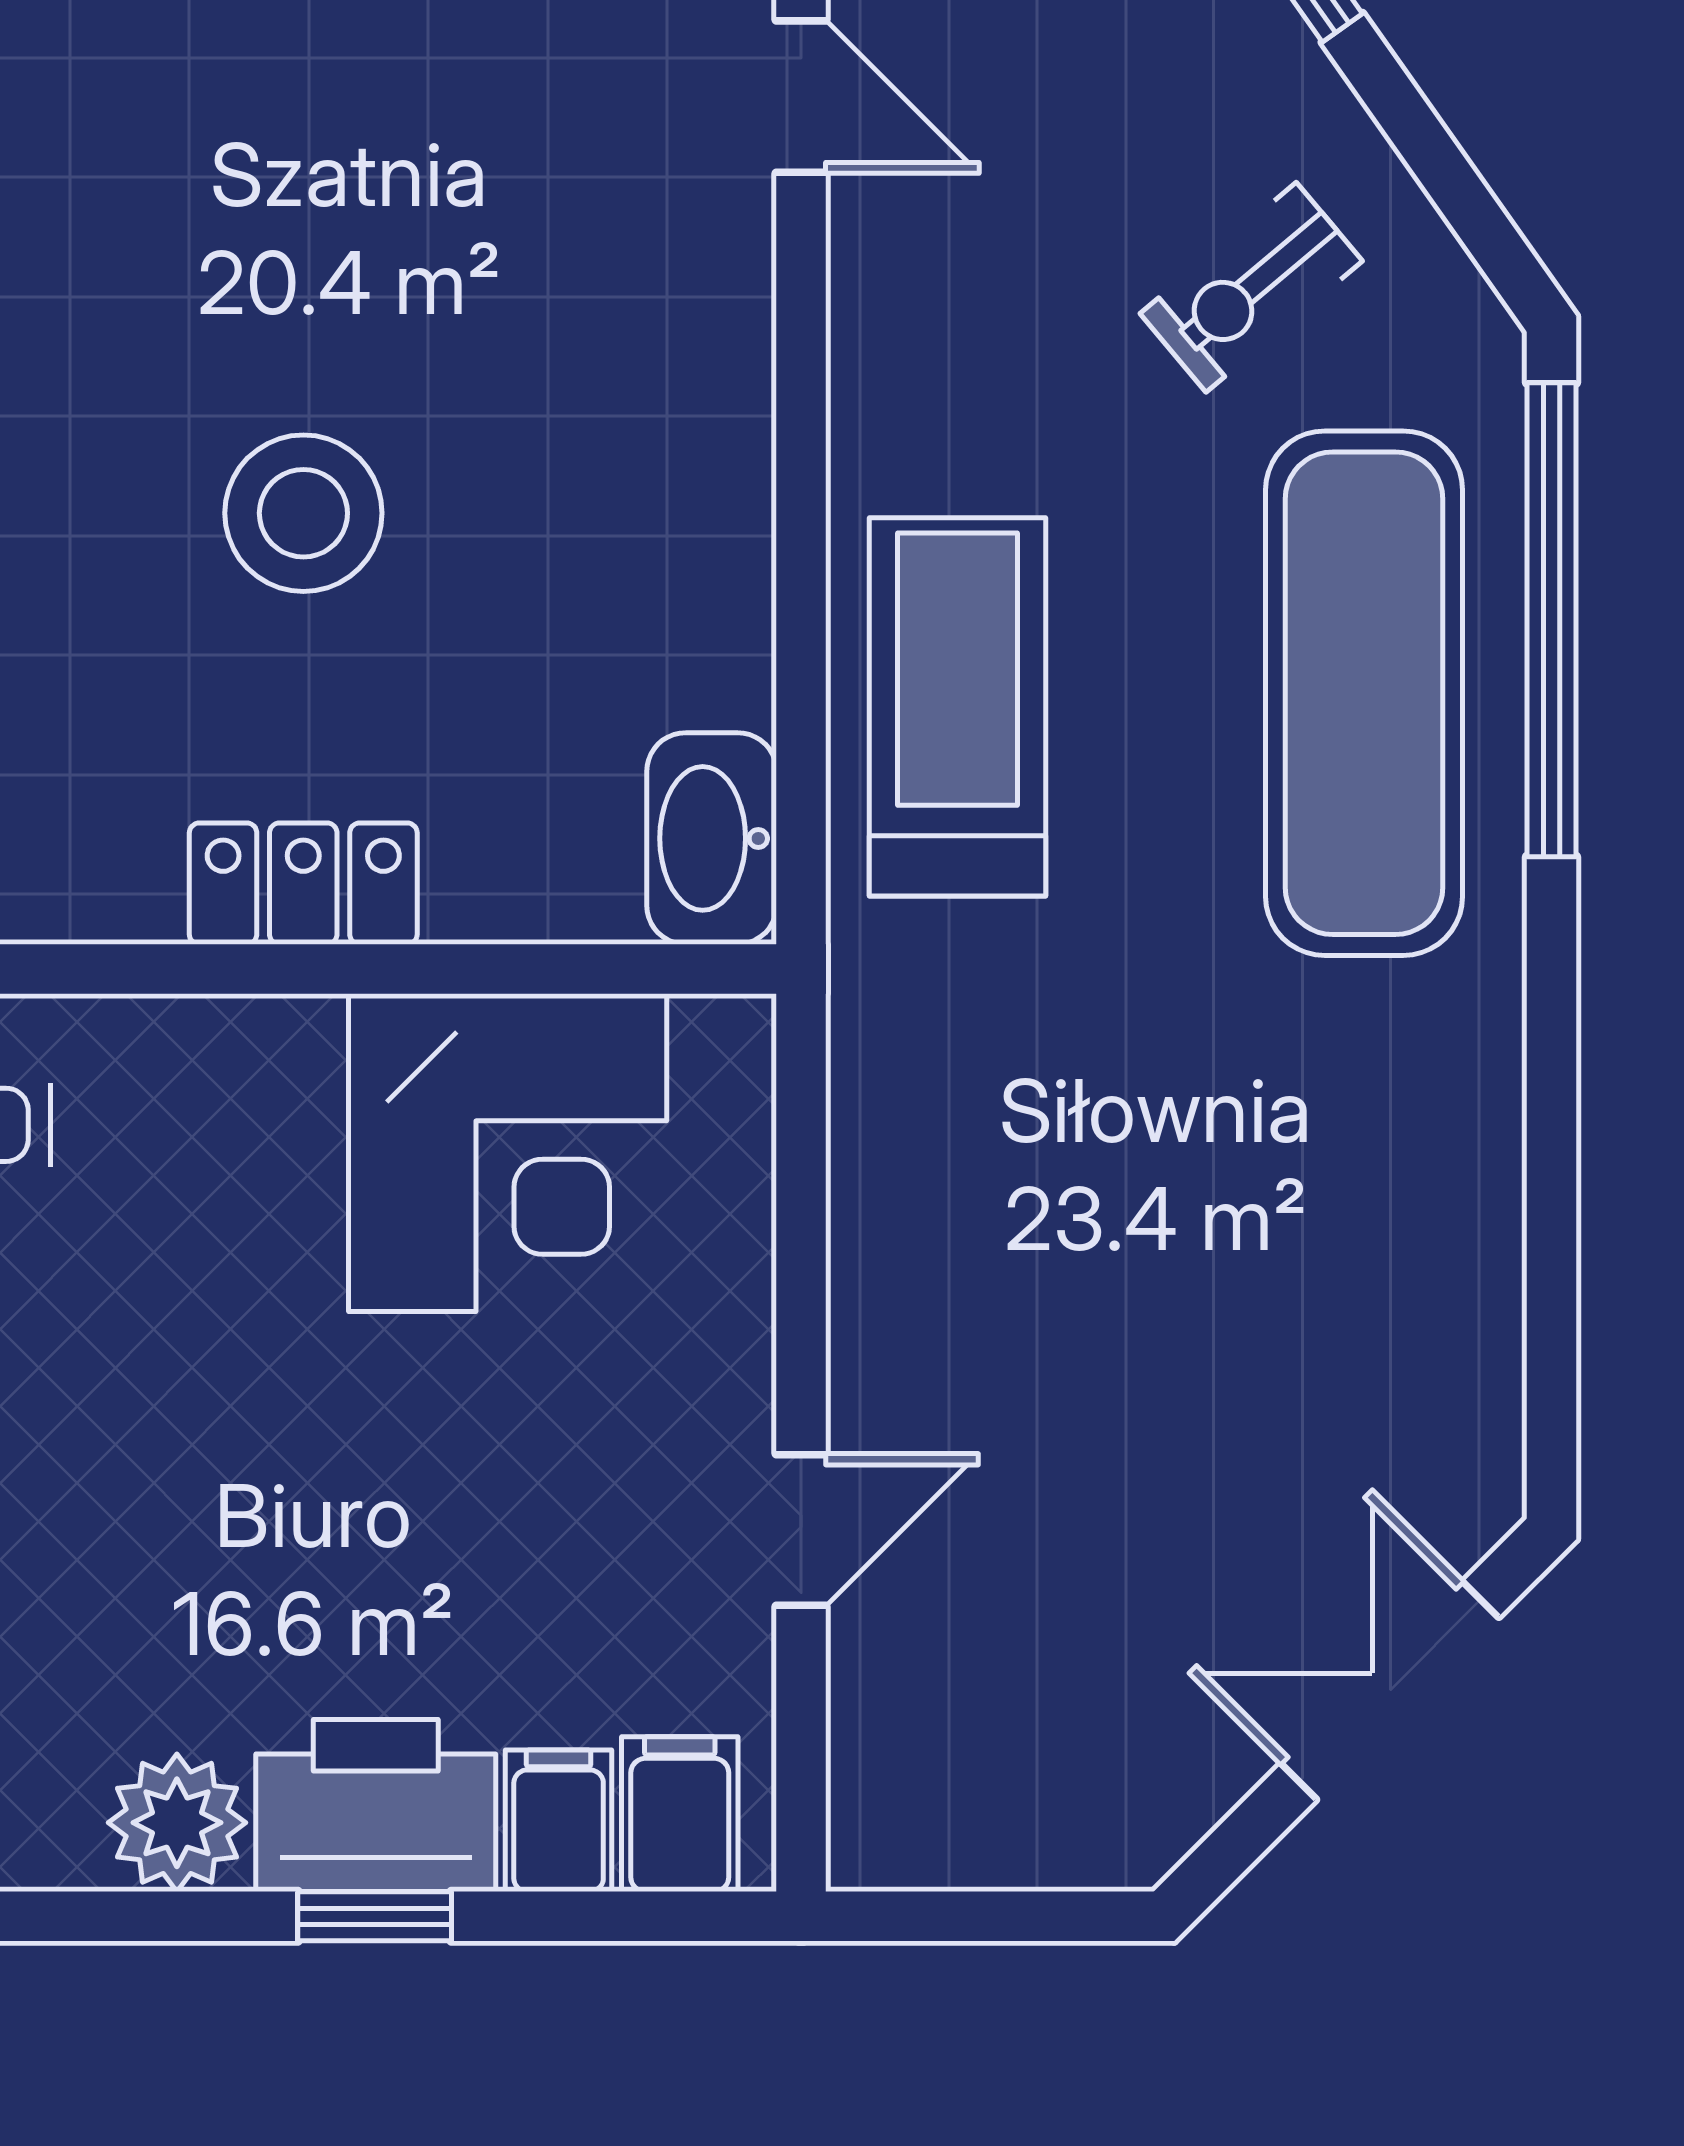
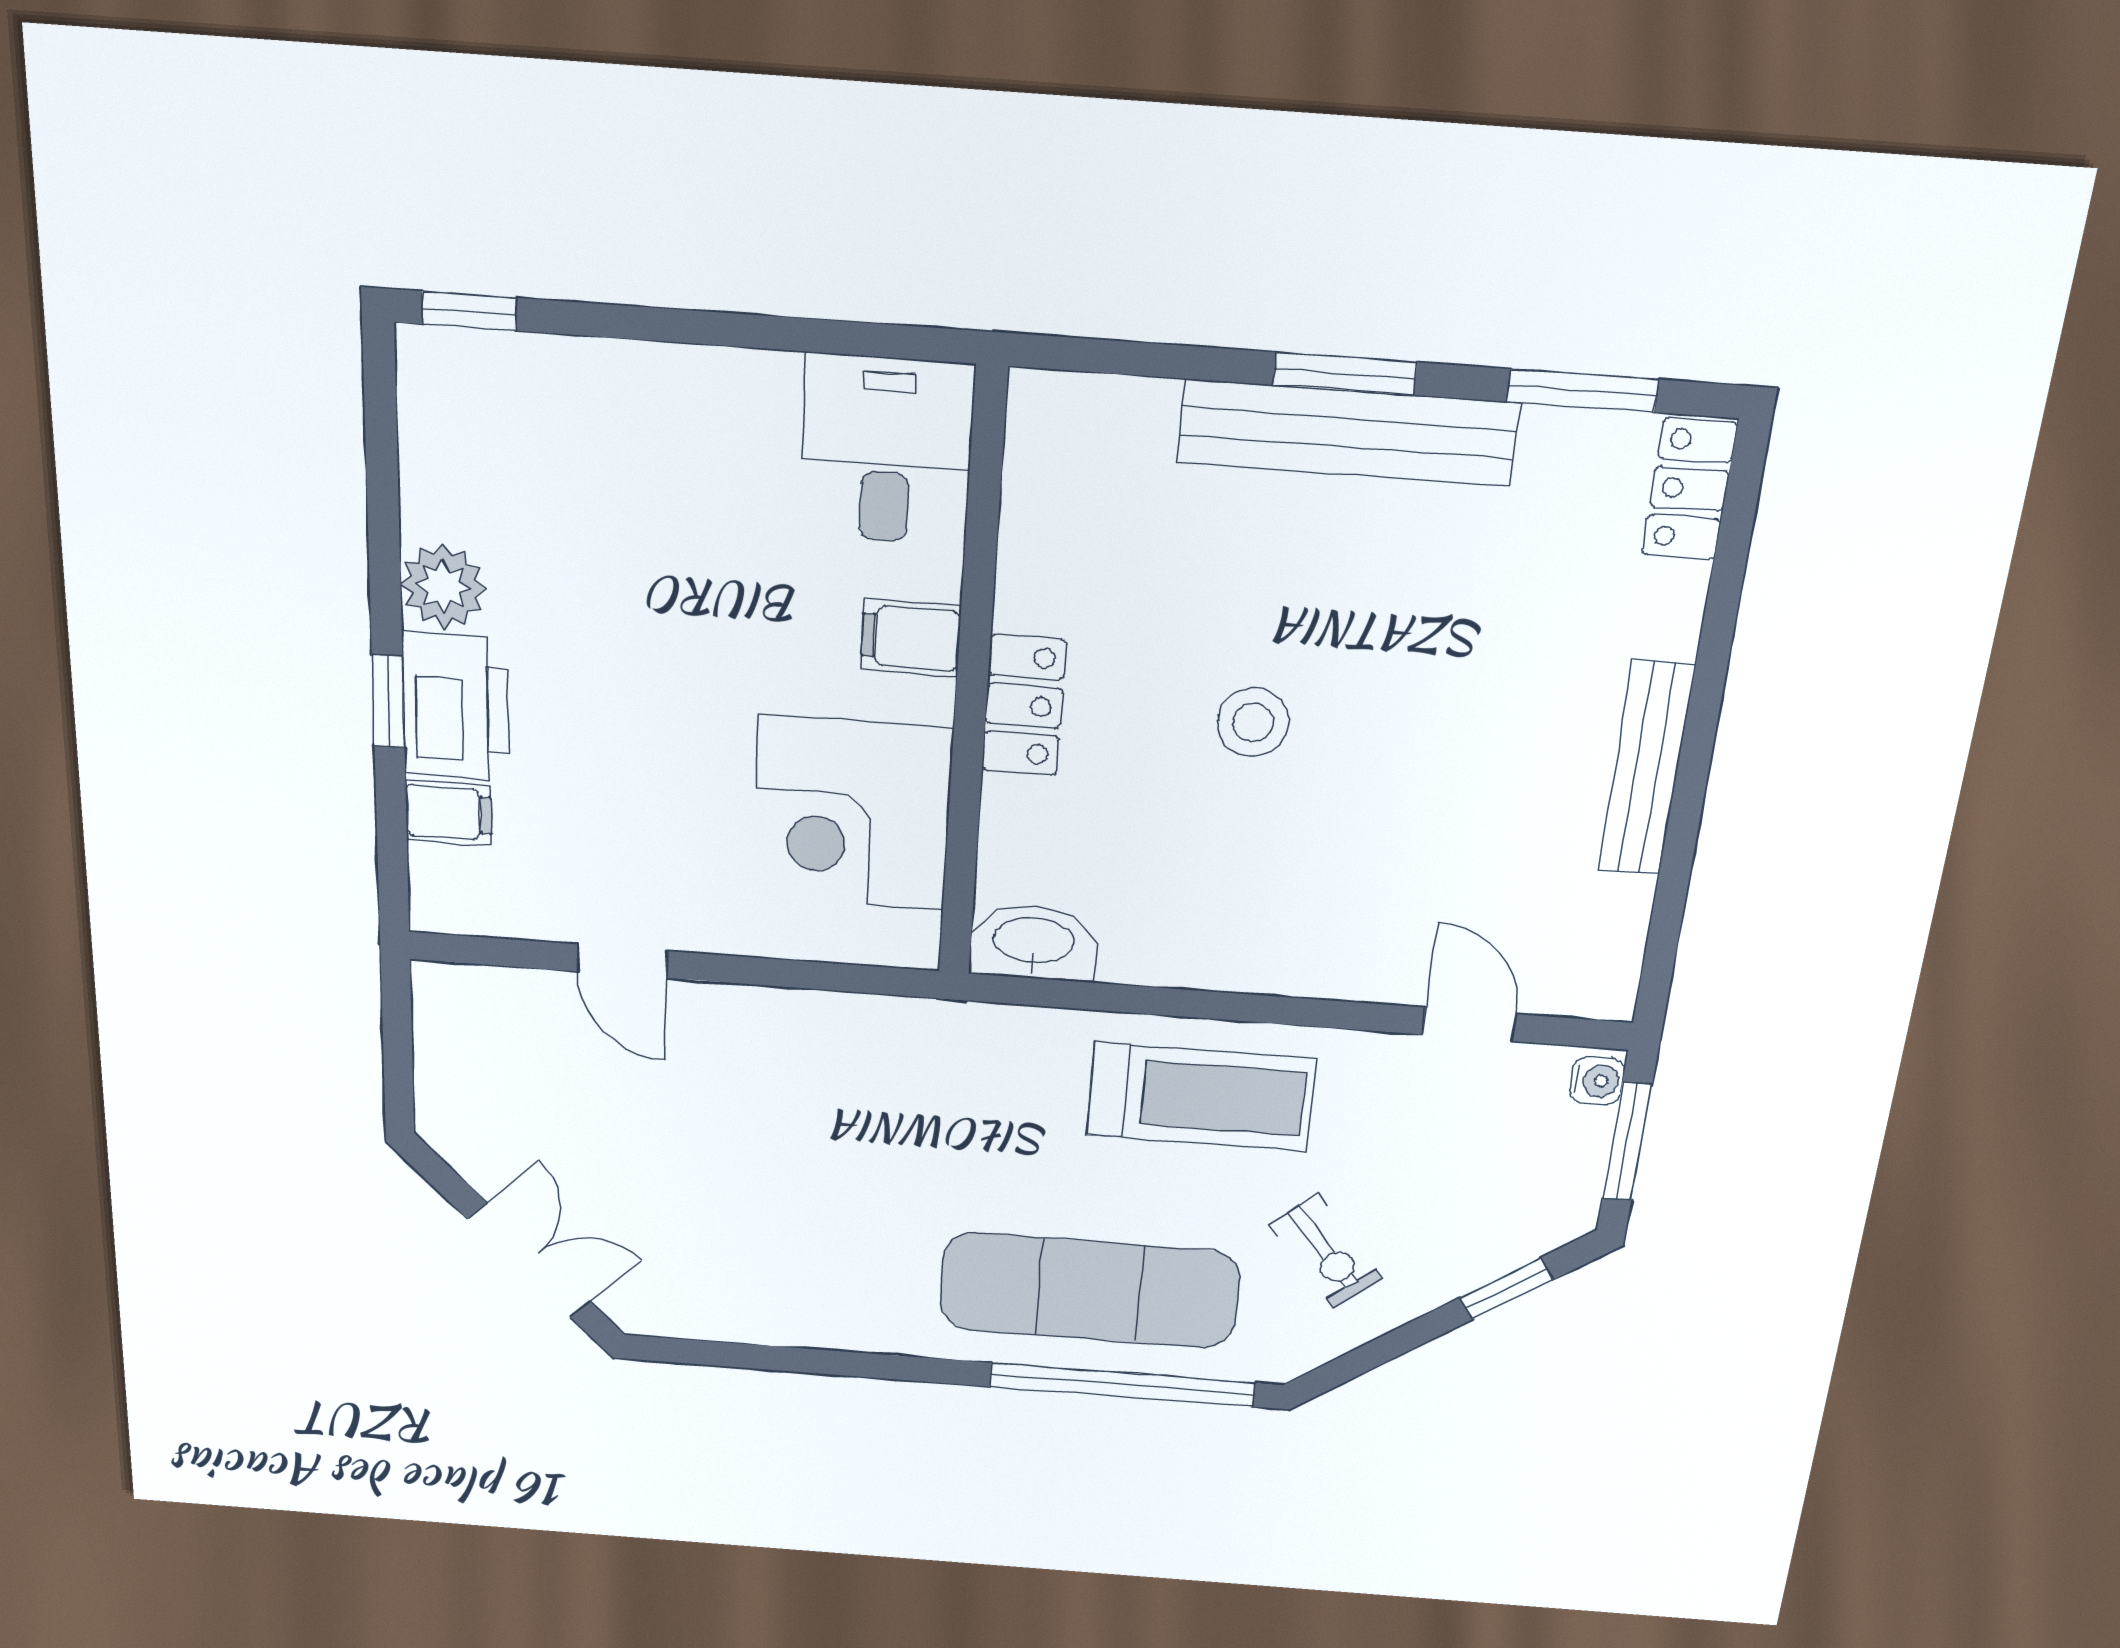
door: (801, 97) -> (1469, 1024), swing flipped
exercise bike: (1251, 287) -> (1326, 1252), turned 180
stool: (303, 513) -> (1253, 722), width x0.73, depth x0.73
treadmill: (958, 707) -> (1201, 1097), moved
filing cabinet: (680, 1814) -> (911, 638), moved, turned 180

